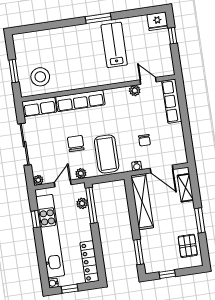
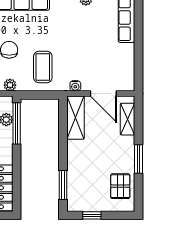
chair: (144, 140) -> (89, 58), removed
coffee table: (107, 154) -> (43, 67), width x0.73, depth x0.76
shelving: (142, 202) -> (75, 118), width x0.68

